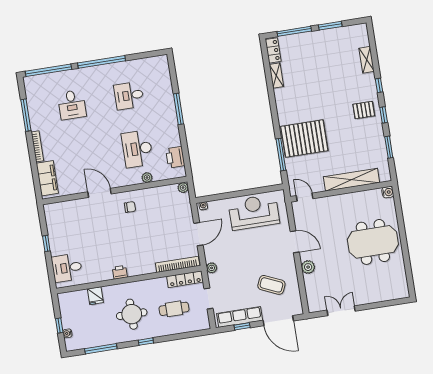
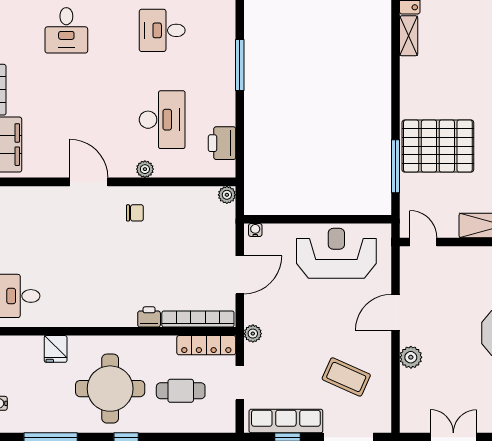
desk: (137, 149) -> (162, 120), turned 180
plant: (147, 178) -> (145, 169), moved
door: (295, 242) -> (395, 312), swing flipped
printer: (120, 272) -> (149, 317), moved
round table: (132, 314) -> (110, 389), width x1.36, depth x1.36

